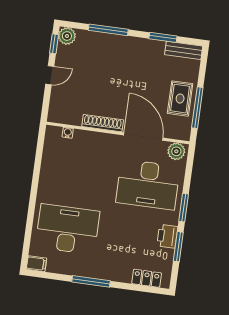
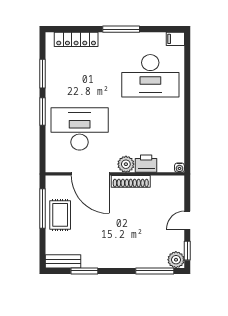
window: (108, 30) -> (155, 271), moved
water cooler: (68, 133) -> (179, 168), moved
plant: (176, 151) -> (126, 164), moved
printer: (167, 236) -> (146, 164), moved, turned -90
locker: (147, 278) -> (76, 39), width x1.53

